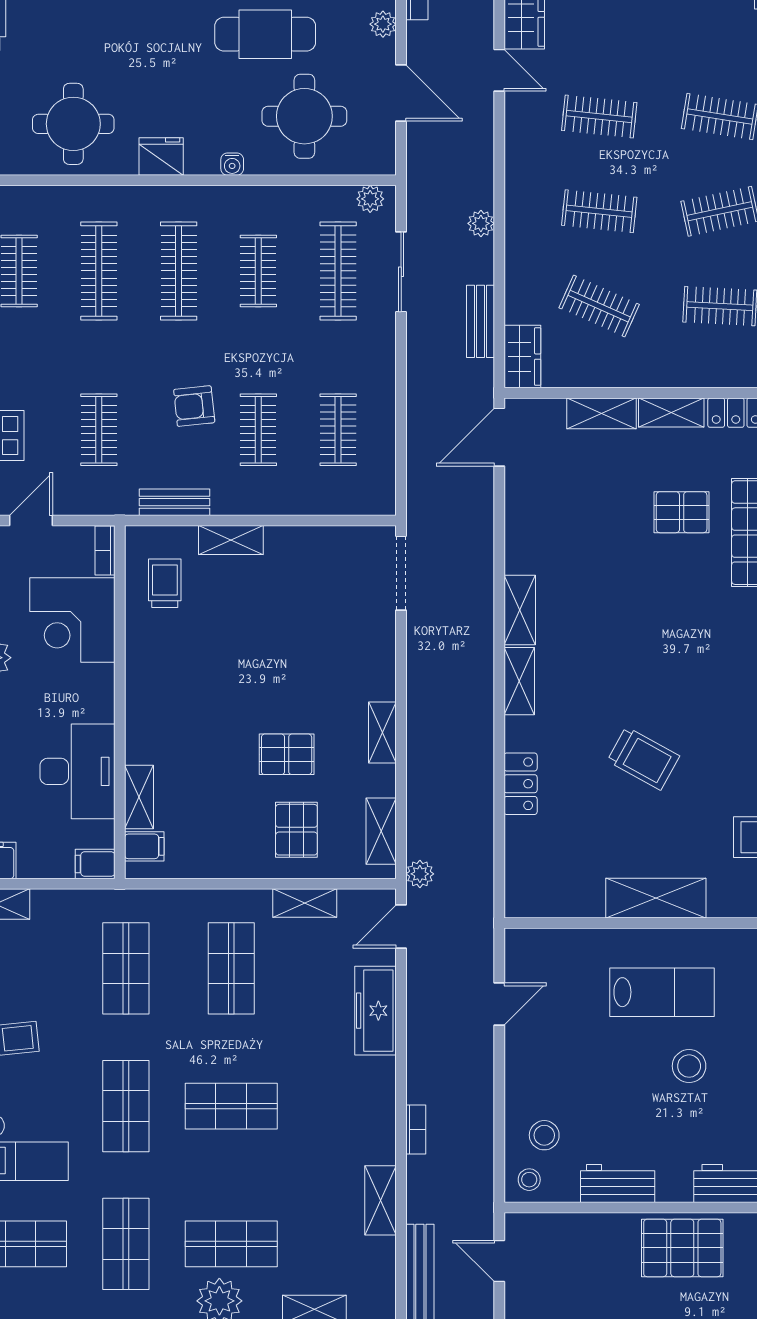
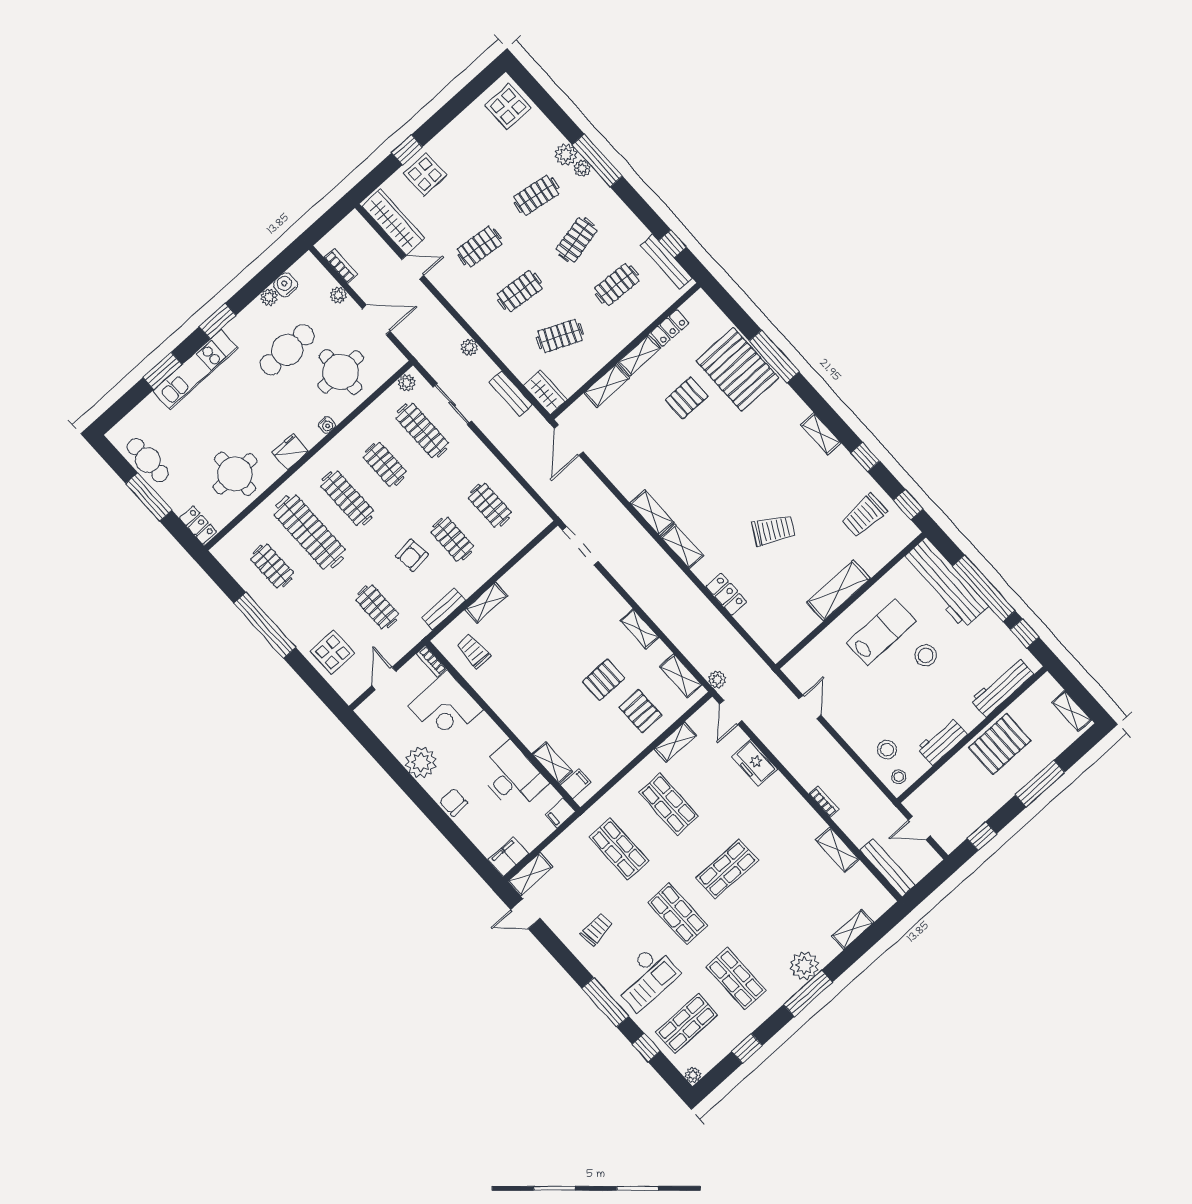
clothes rail: (99, 271) -> (310, 532), width x1.37, depth x1.31
freezer: (376, 1011) -> (754, 763), width x0.71
shop shelf: (231, 1244) -> (786, 934), removed

